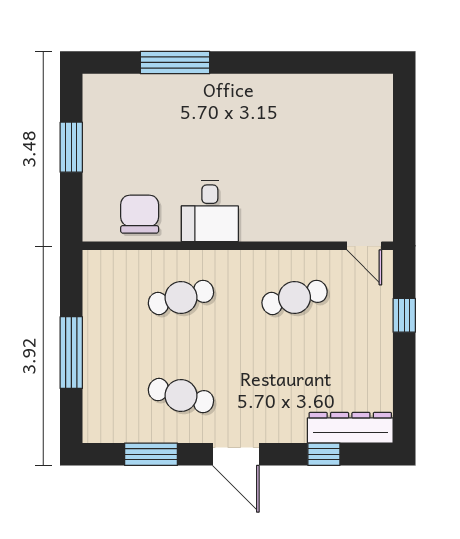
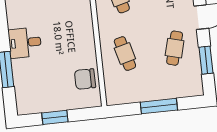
desk: (210, 211) -> (25, 43), moved, turned 180

